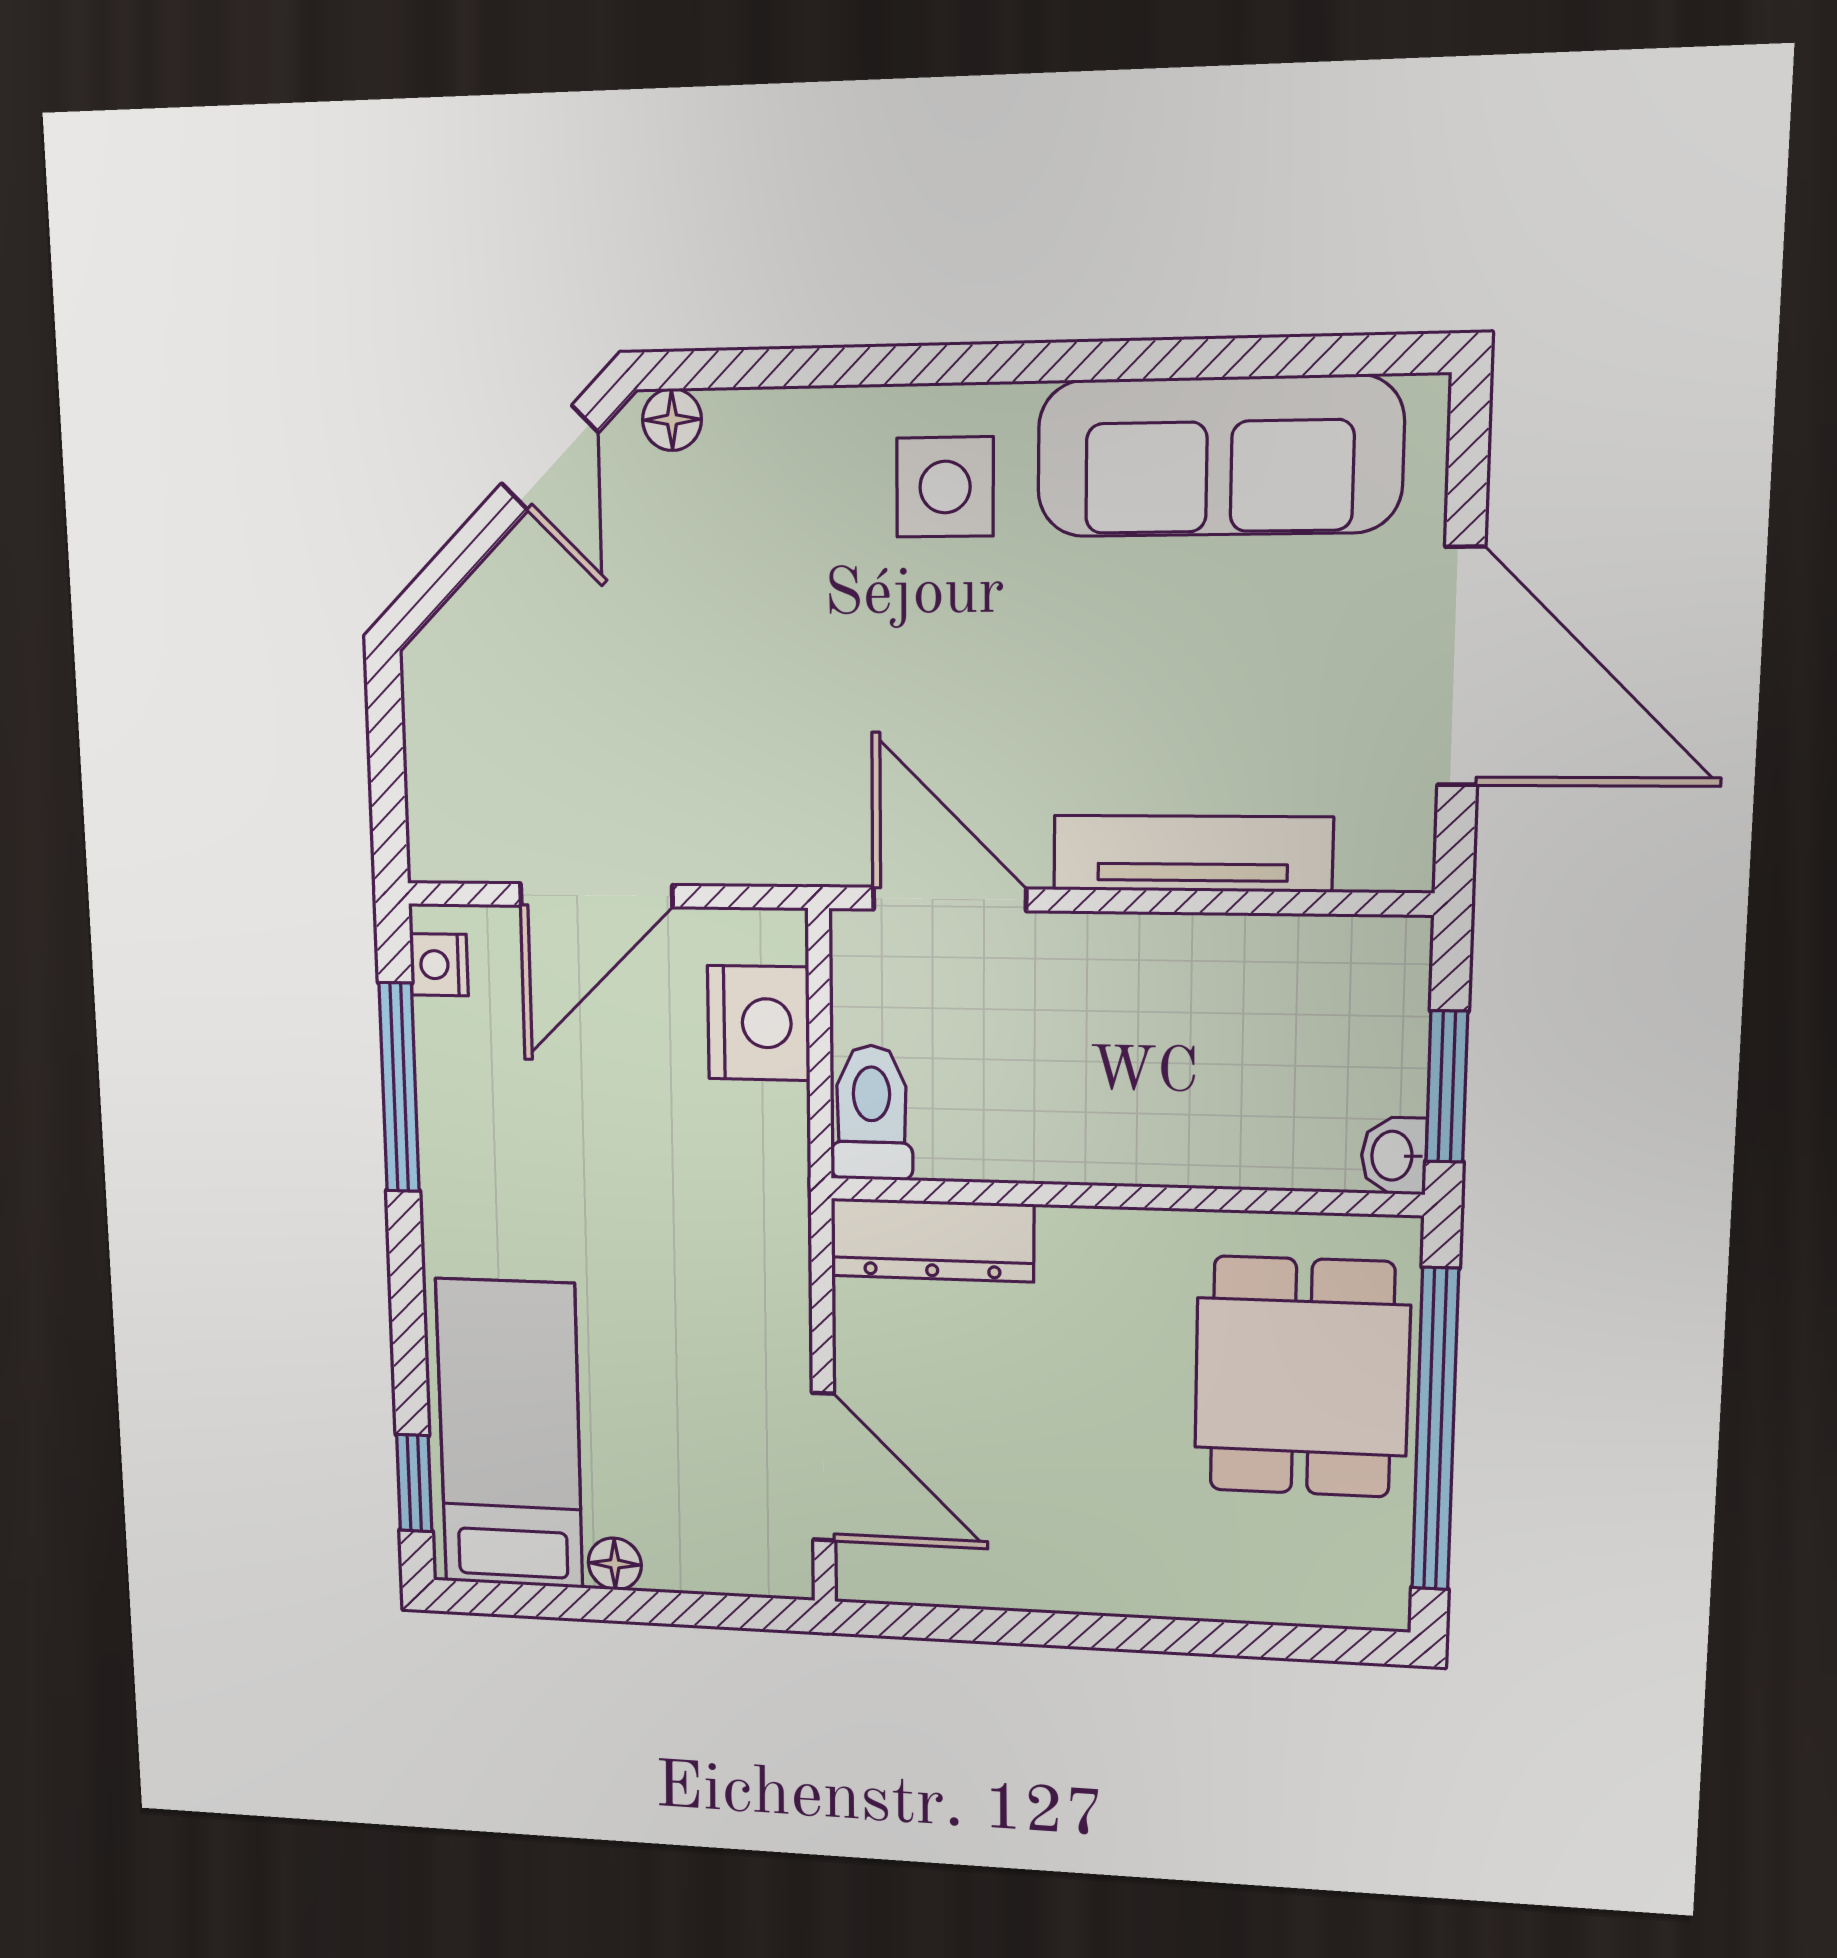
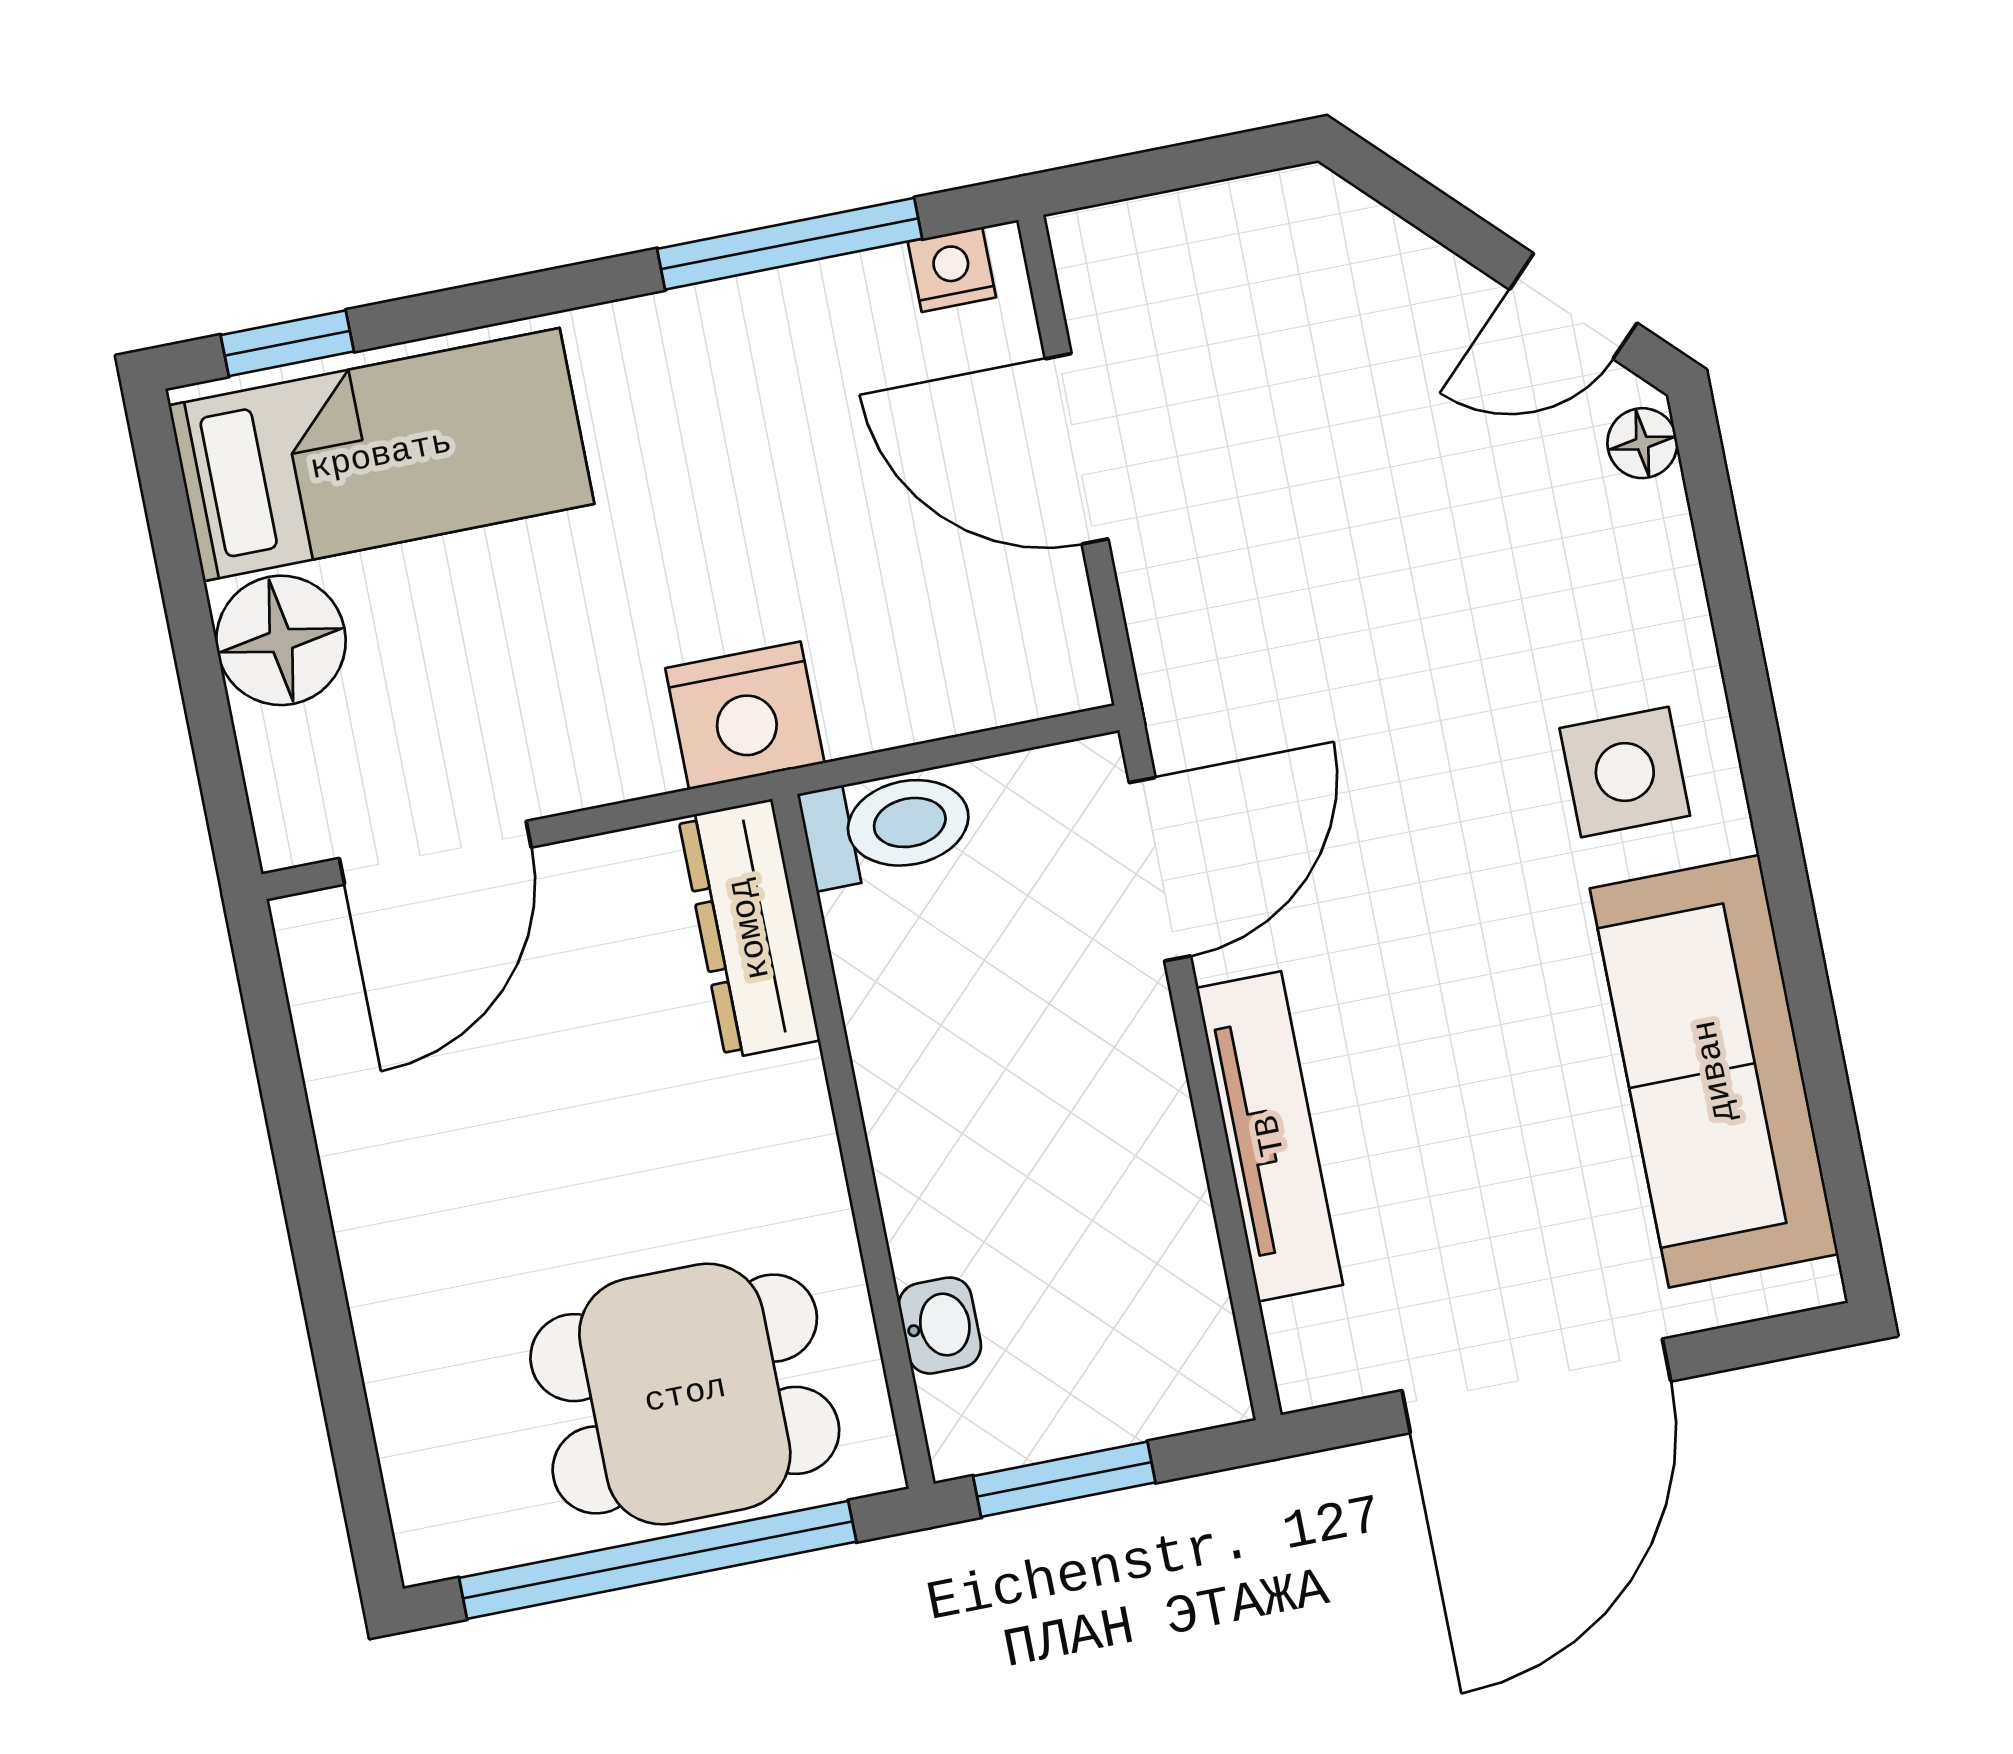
nightstand: (759, 1023) -> (745, 716), moved
washbasin: (1394, 1156) -> (940, 1326), moved, turned 90
floor lamp: (615, 1564) -> (281, 640), width x1.89, depth x1.89

